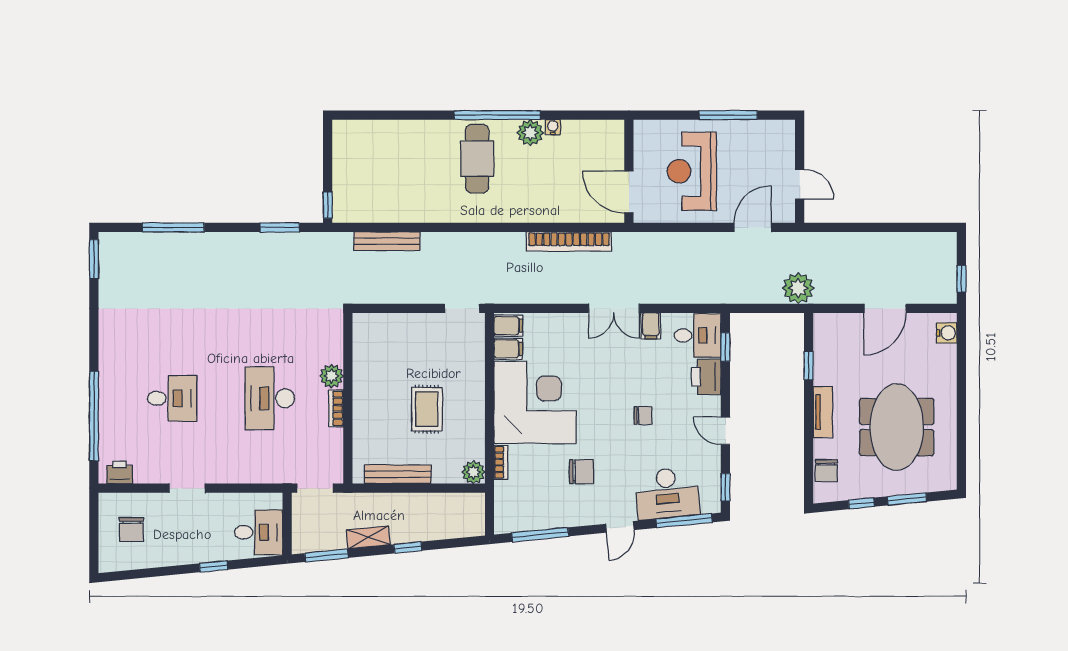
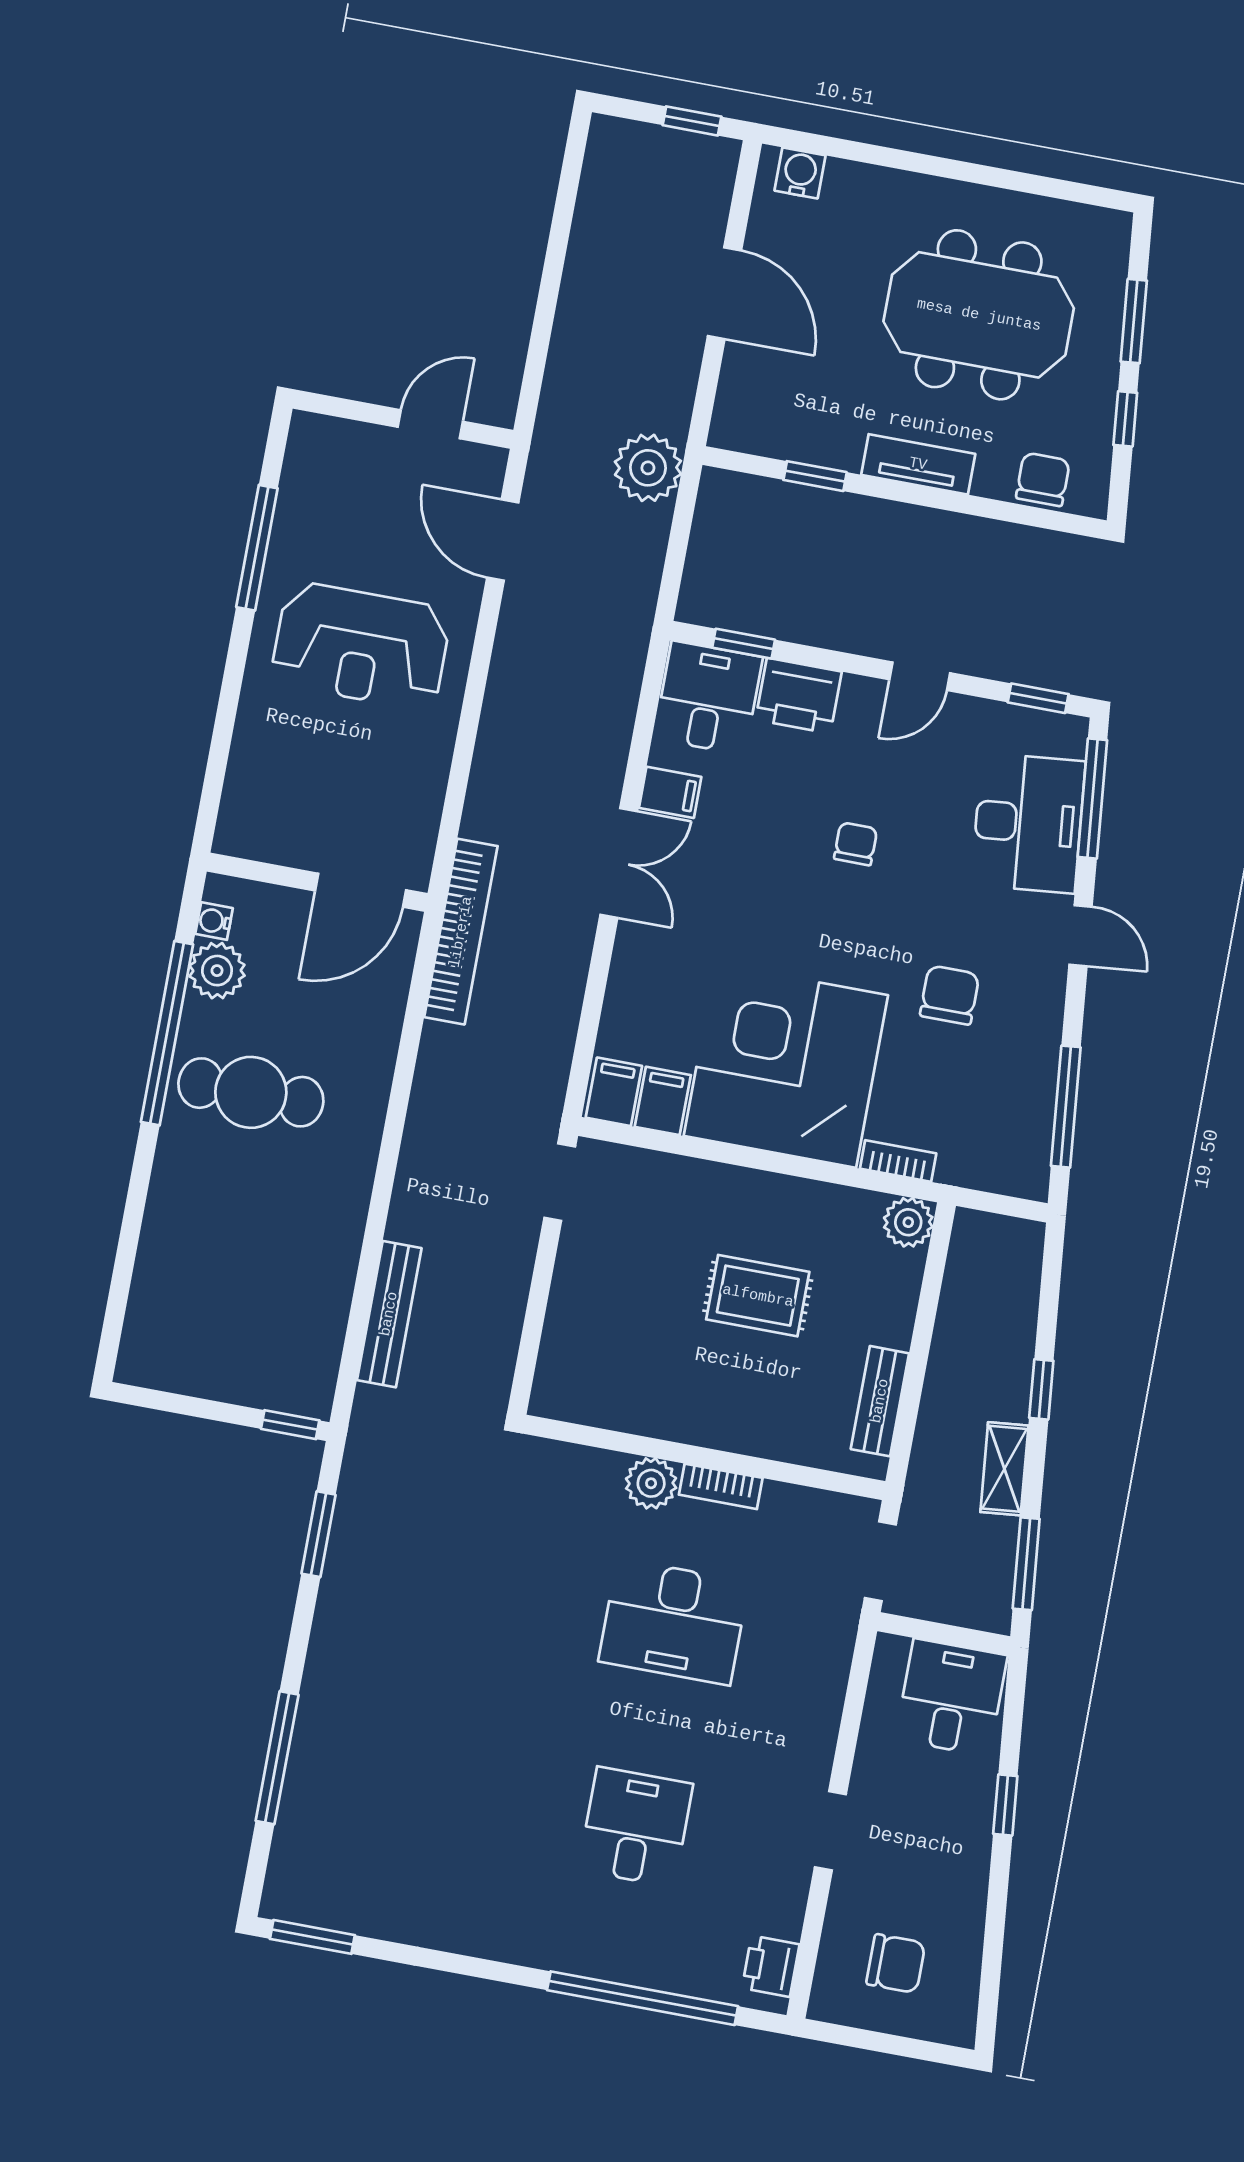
wall: (629, 171) -> (317, 882), moved
door: (629, 192) -> (361, 890), moved
chair: (827, 471) -> (1043, 479), turned -90
bench: (398, 474) -> (880, 1401), width x0.73

